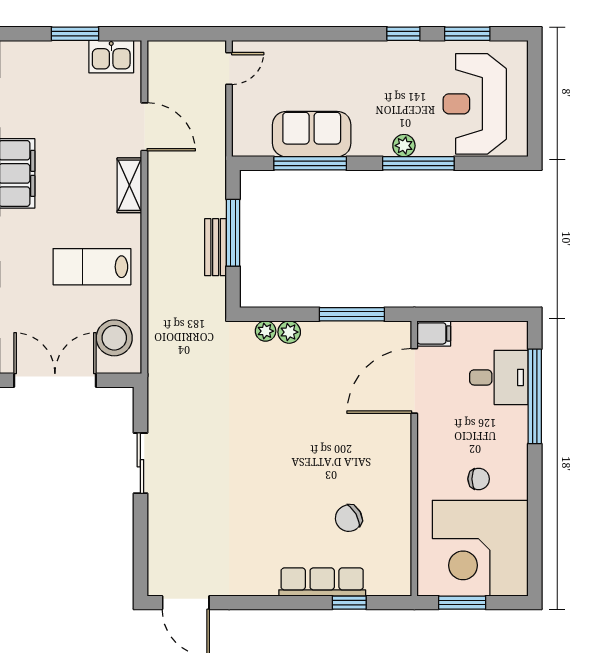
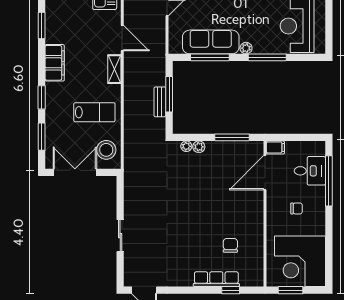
sofa: (312, 134) -> (211, 42), width x1.36
plant: (404, 146) -> (246, 48), moved
lab bench: (92, 267) -> (94, 112), turned 180
sliding door: (140, 463) -> (120, 236), moved
chair: (479, 479) -> (297, 208), moved
chair: (349, 518) -> (230, 245), turned 119

